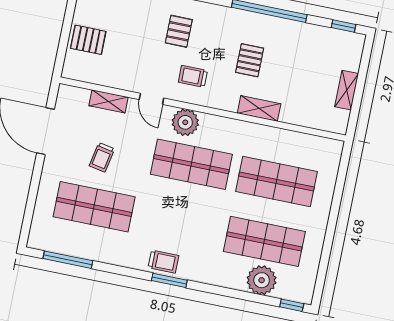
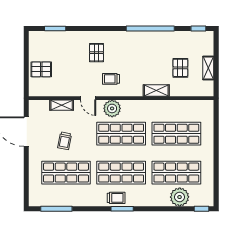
pallet: (250, 60) -> (180, 68), moved
shop shelf: (179, 224) -> (121, 173), added

